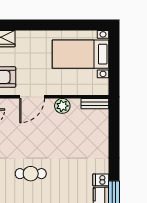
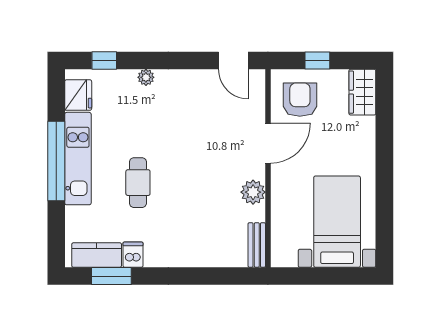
door: (32, 97) -> (268, 143), swing flipped
cafe table: (31, 174) -> (138, 183), moved

